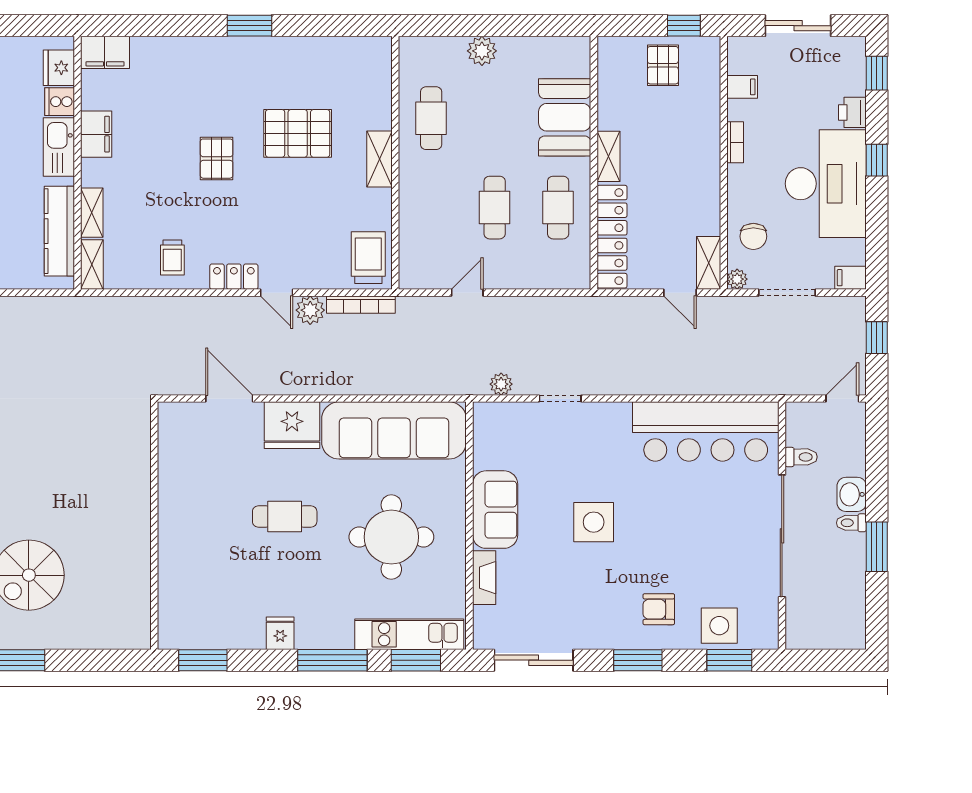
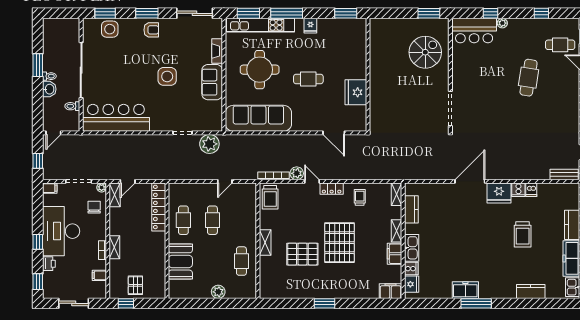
shelving: (608, 156) -> (114, 247), moved
pallet: (217, 159) -> (340, 243), width x2.05, depth x2.00
shelving: (92, 213) -> (397, 231), moved
kitchen counter: (59, 231) -> (411, 209), width x0.67
door: (680, 293) -> (128, 181), swing flipped
plant: (501, 384) -> (209, 144), width x1.87, depth x1.87
fridge: (292, 425) -> (356, 92), moved, turned -90
armchair: (659, 609) -> (151, 30), moved
kitchen unit: (409, 634) -> (260, 25), width x1.36

